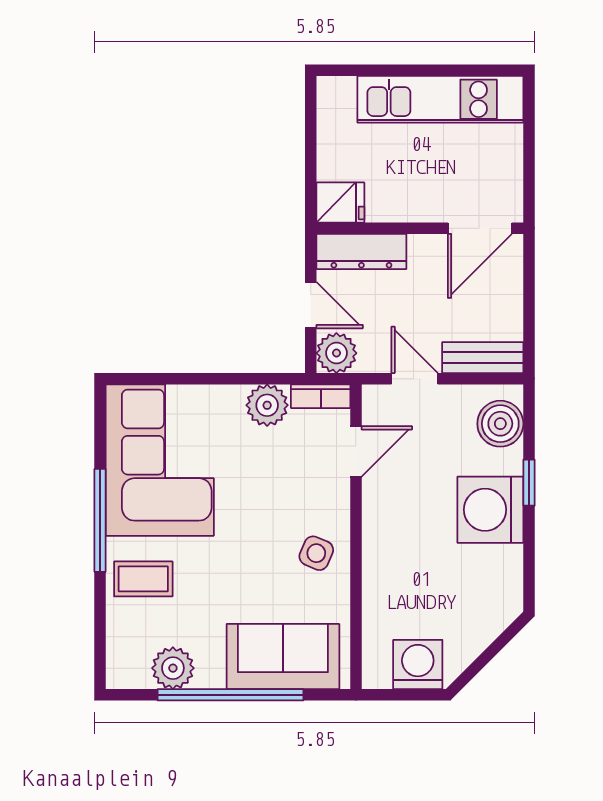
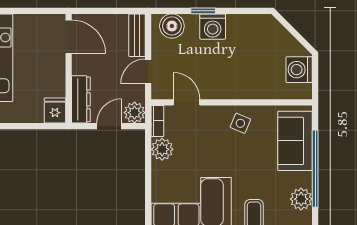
washing machine: (490, 510) -> (213, 27), width x0.73, depth x0.73

